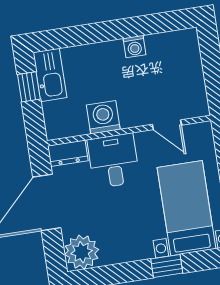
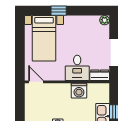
door: (167, 125) -> (36, 82), moved
plant: (82, 252) -> (105, 20), width x0.53, depth x0.53

